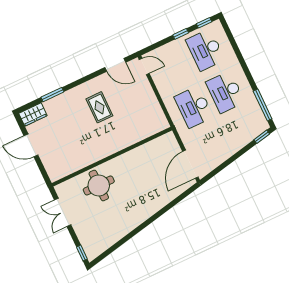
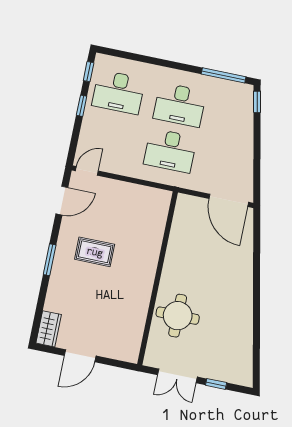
window: (52, 95) -> (50, 260), moved
window: (82, 253) -> (216, 384), moved

